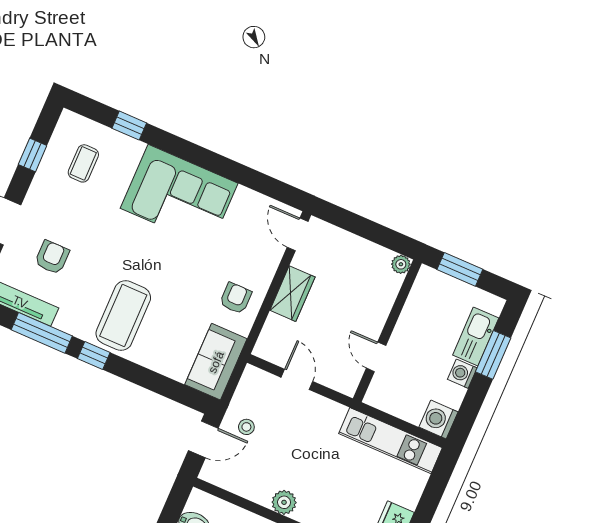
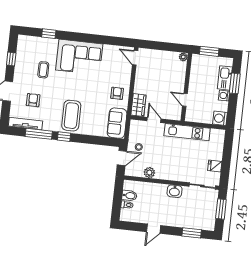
coffee table: (83, 163) -> (43, 70), moved
wardrobe: (292, 294) -> (138, 105), moved
kitchen unit: (390, 441) -> (187, 132), moved
plant: (284, 502) -> (149, 173), moved

